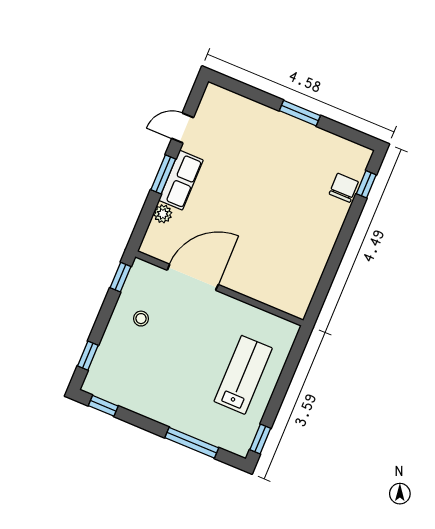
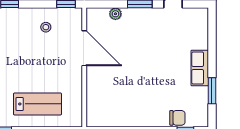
window: (300, 113) -> (212, 91), moved
row of seats: (181, 180) -> (200, 68), moved, turned 90

